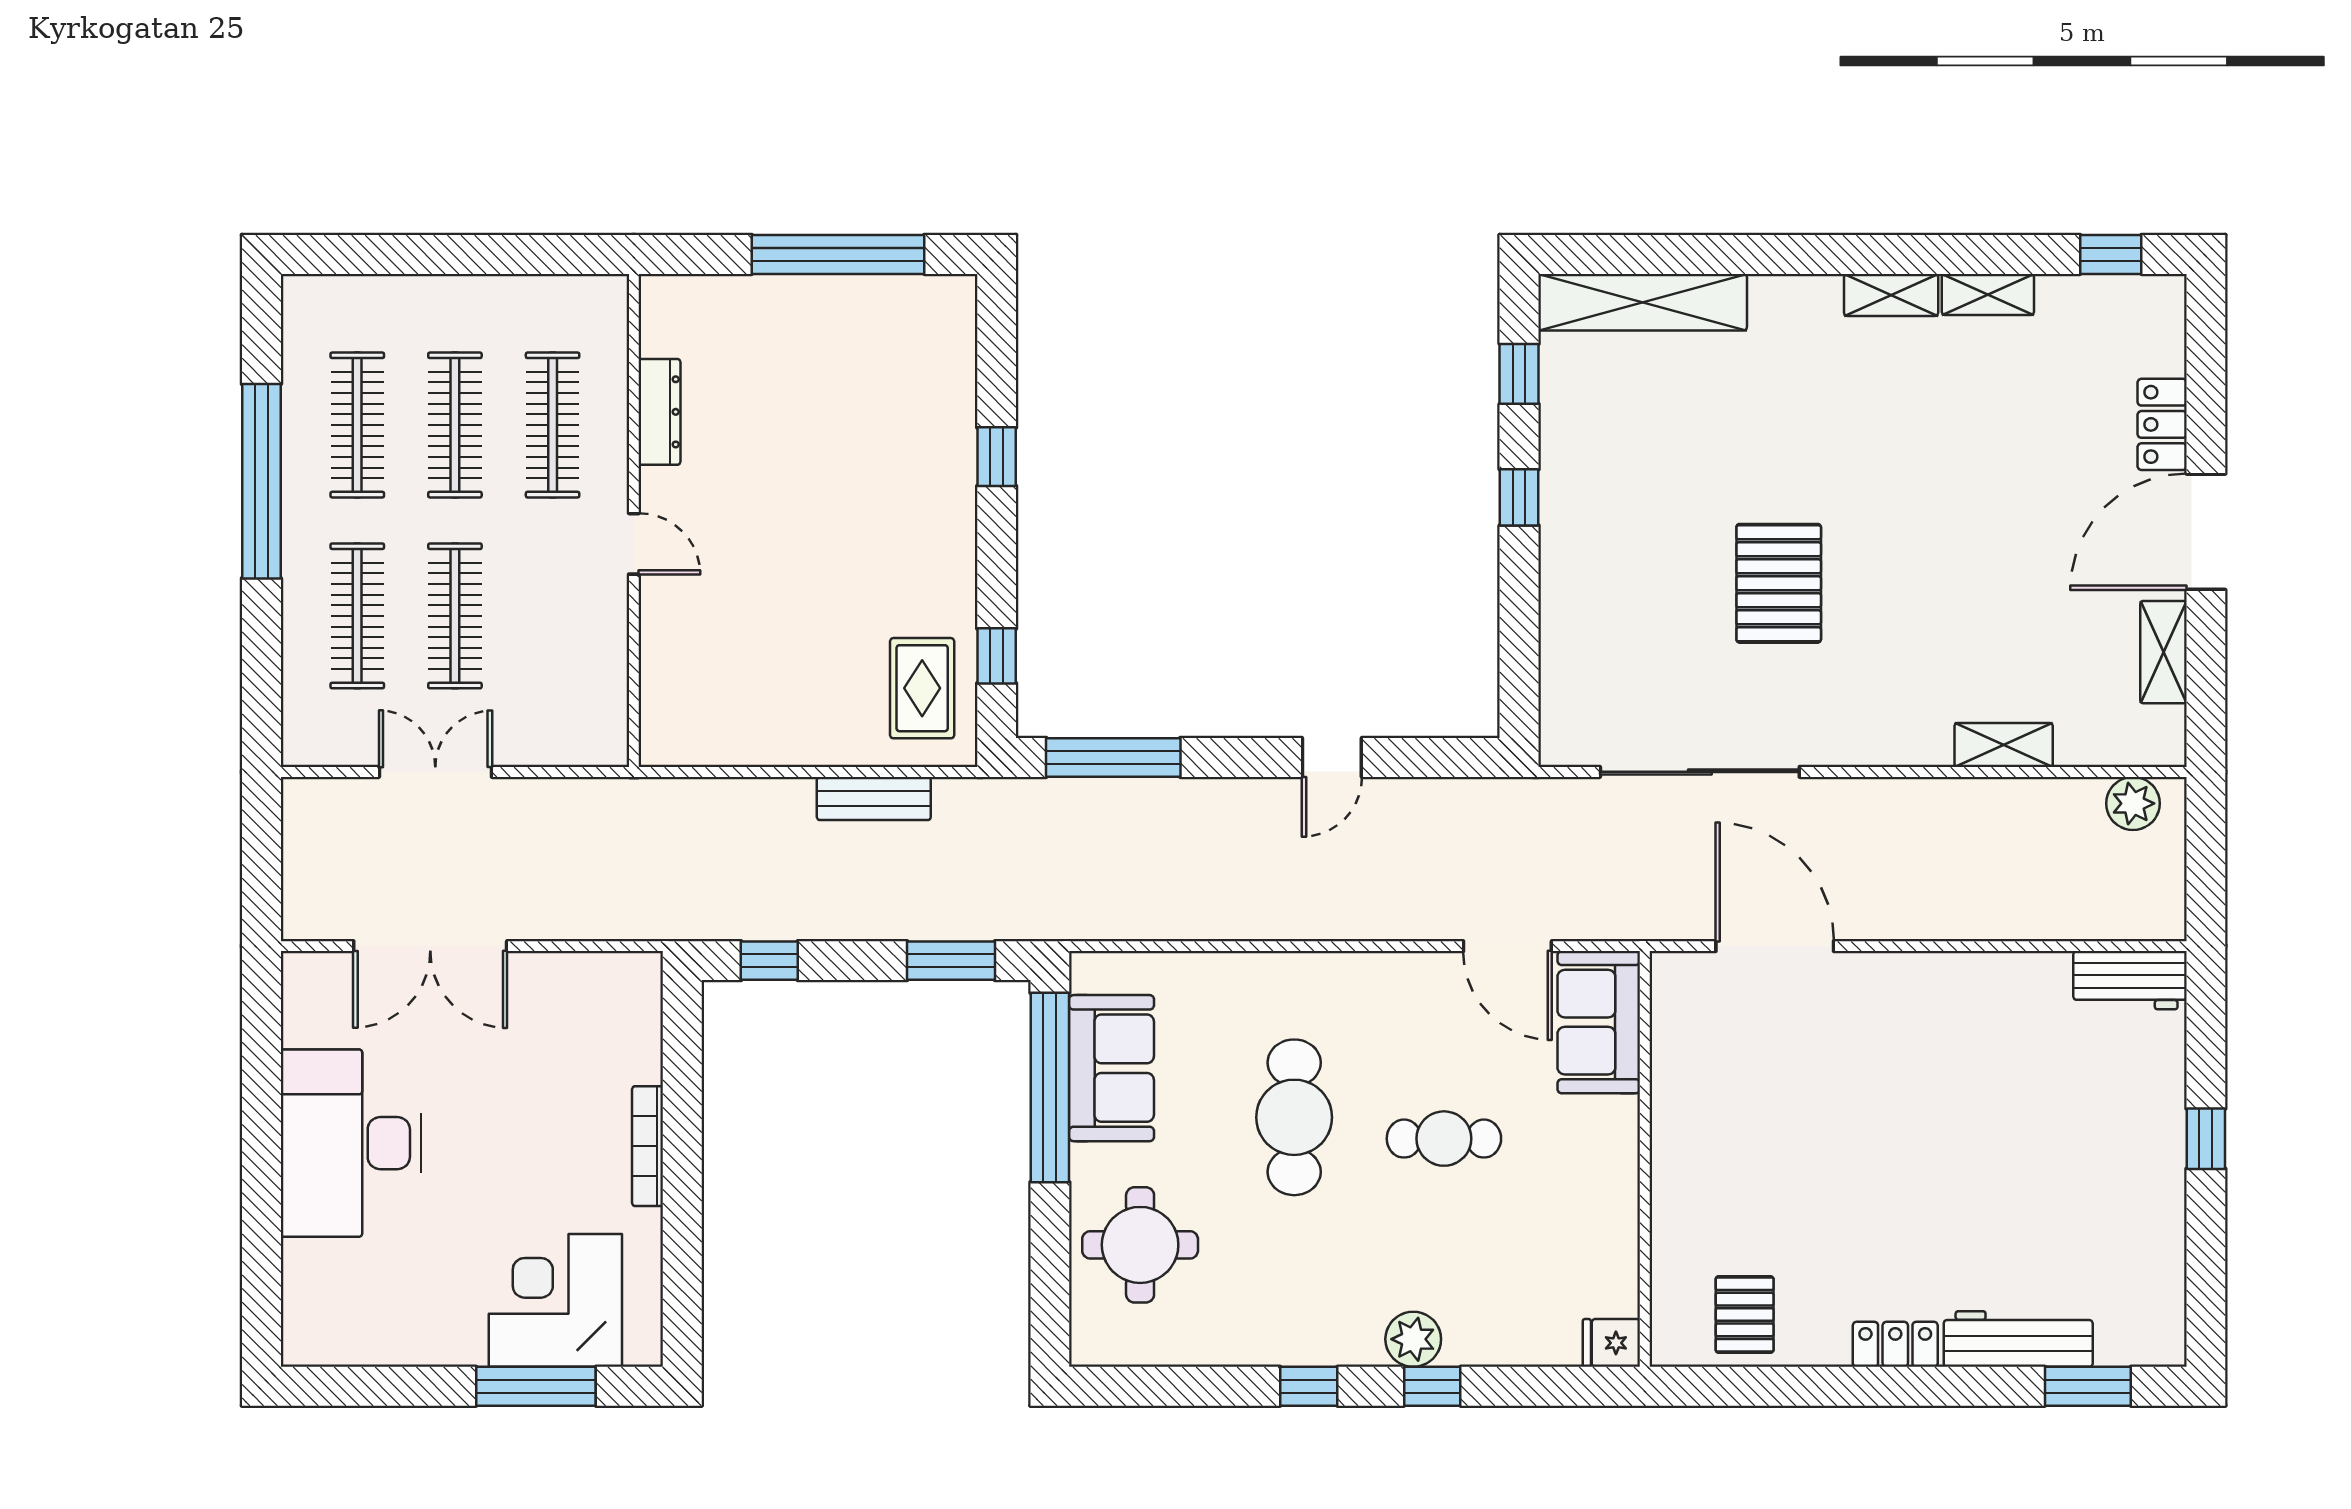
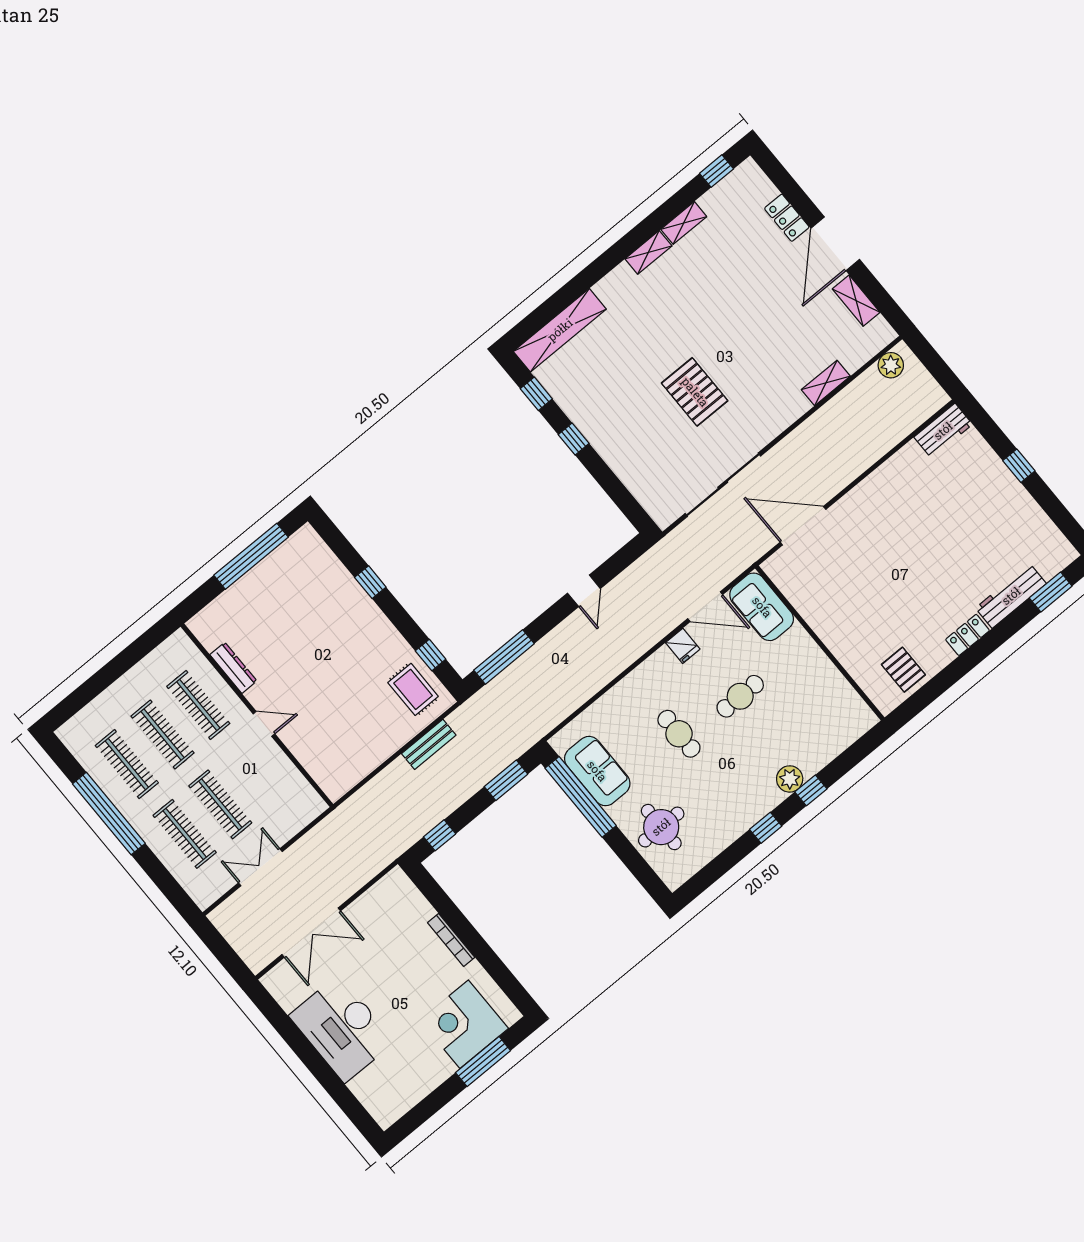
cafe table: (1294, 1117) -> (679, 734), width x0.73, depth x0.74
fridge: (1611, 1343) -> (683, 646), moved, turned -90

